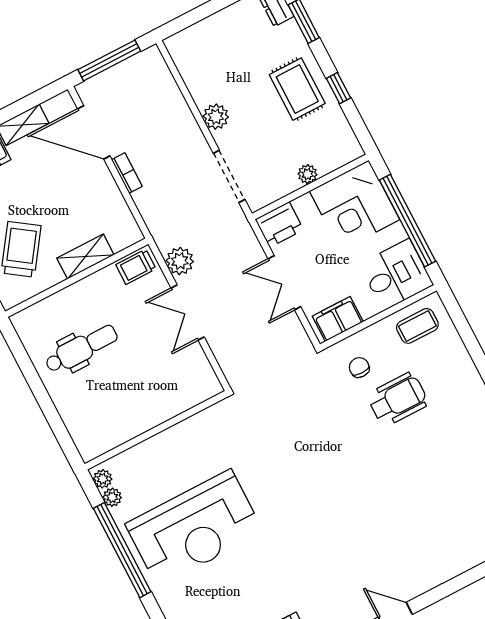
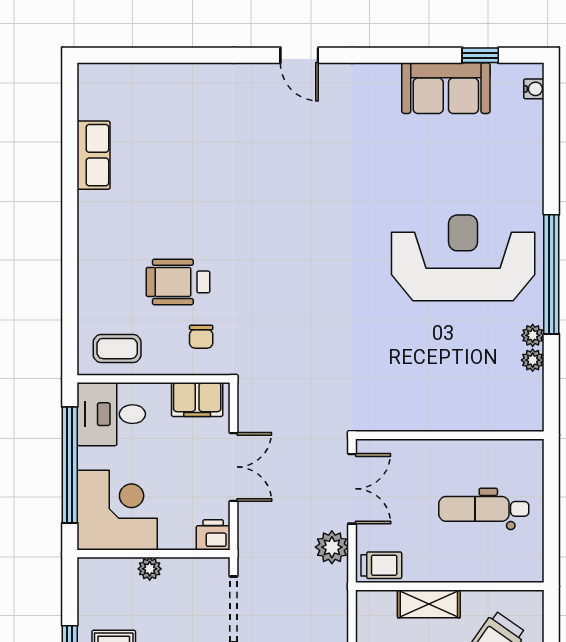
printer: (279, 225) -> (213, 535), width x0.73, depth x0.81
wall: (156, 430) -> (450, 435), moved

